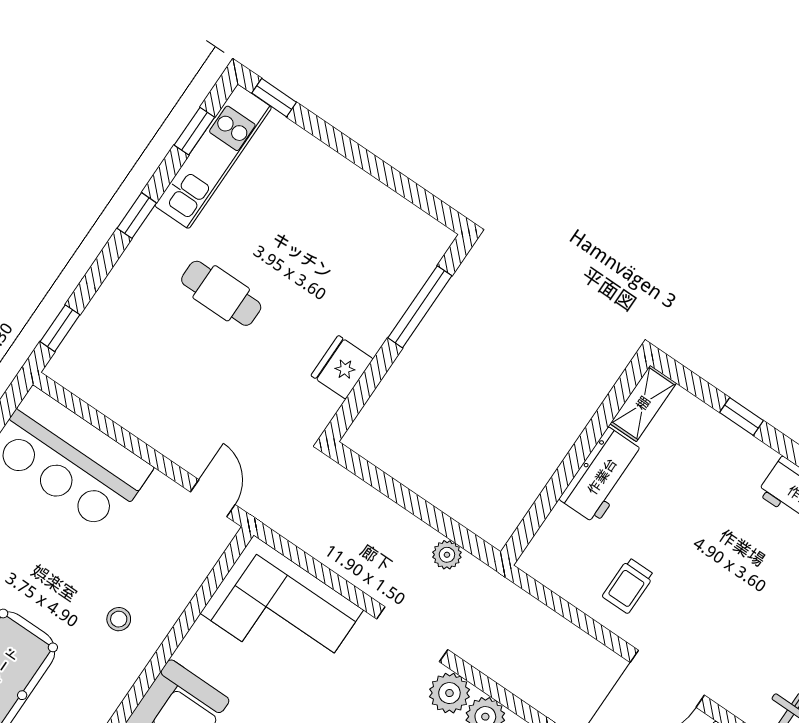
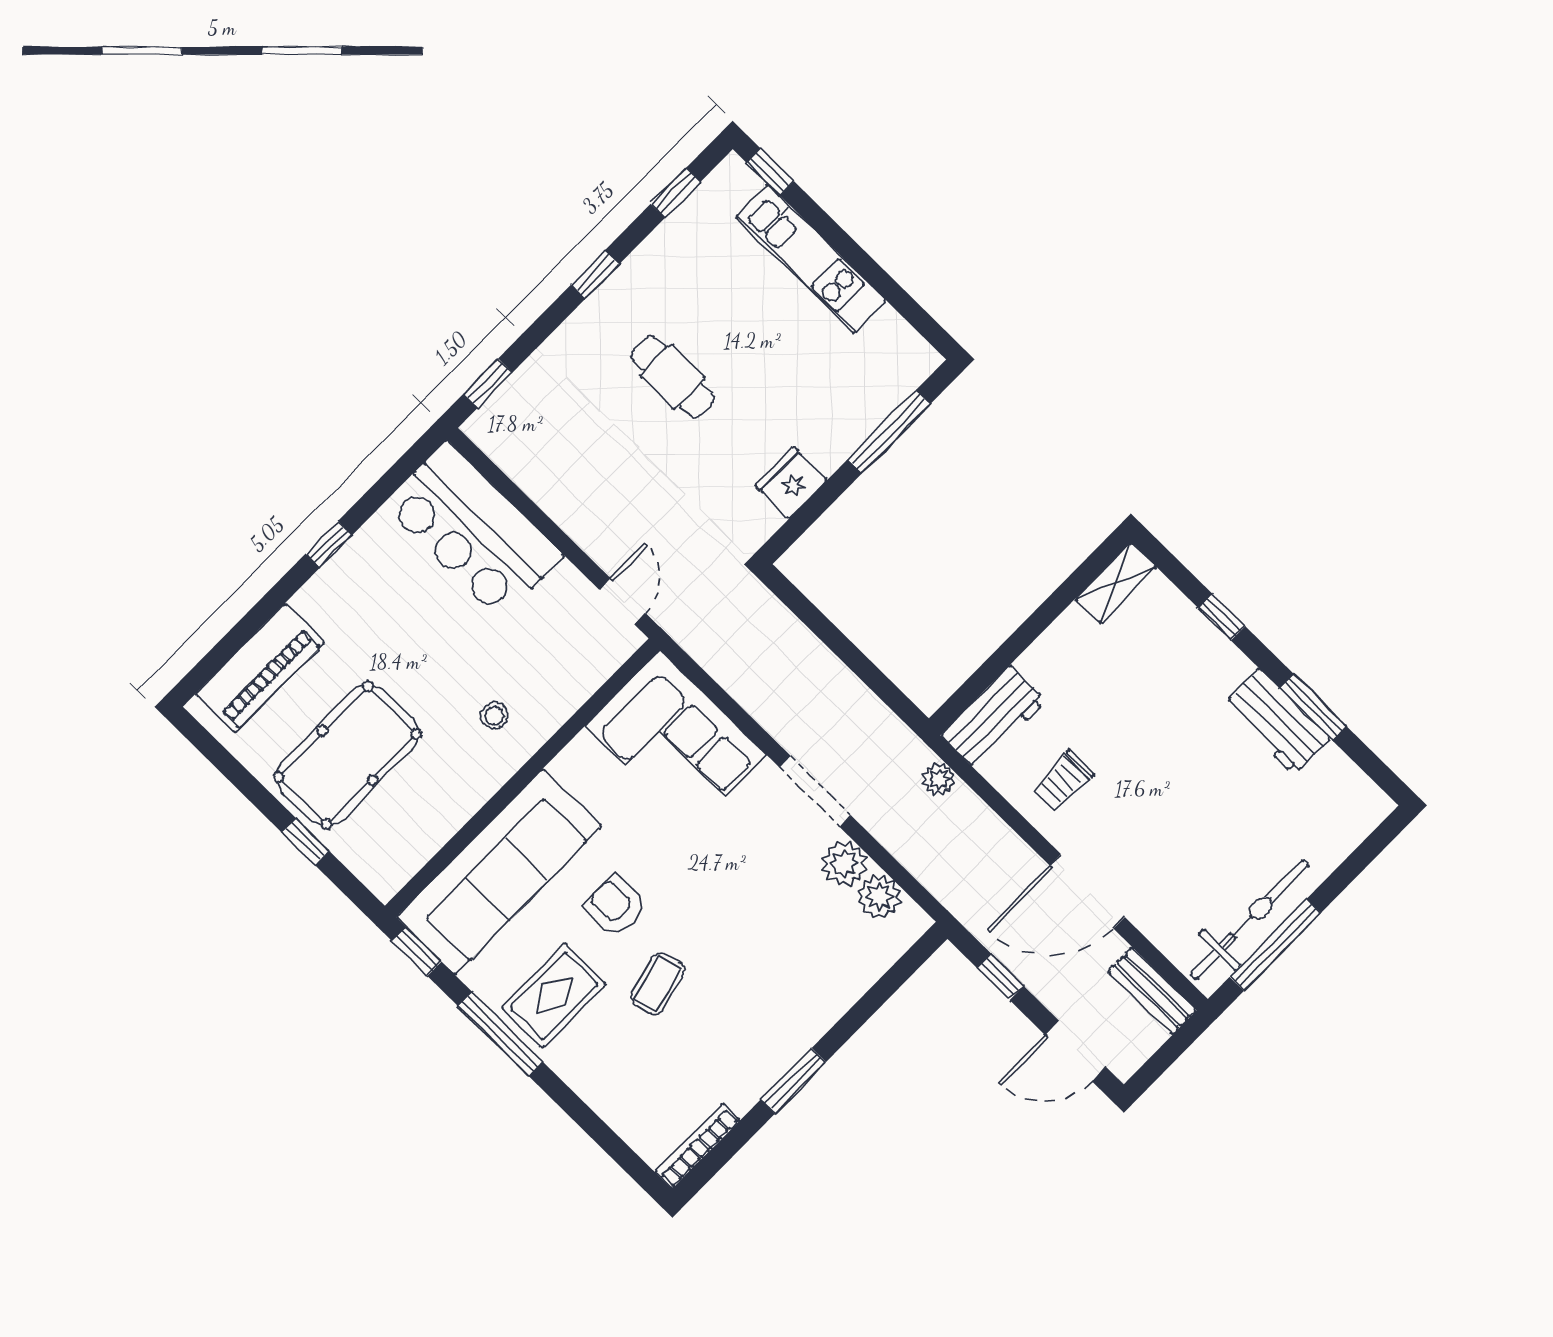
kitchen unit: (213, 156) -> (811, 259), moved, turned 90
workbench: (602, 476) -> (993, 718), moved
plant: (447, 555) -> (939, 779), moved

